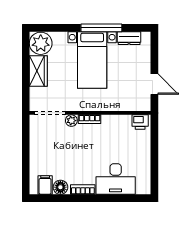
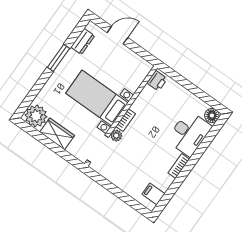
window: (101, 28) -> (58, 58), width x0.69
bed with nightstands: (92, 60) -> (97, 98), moved, turned 180
door: (154, 84) -> (117, 35), moved
floor lamp: (60, 187) -> (212, 115), moved

